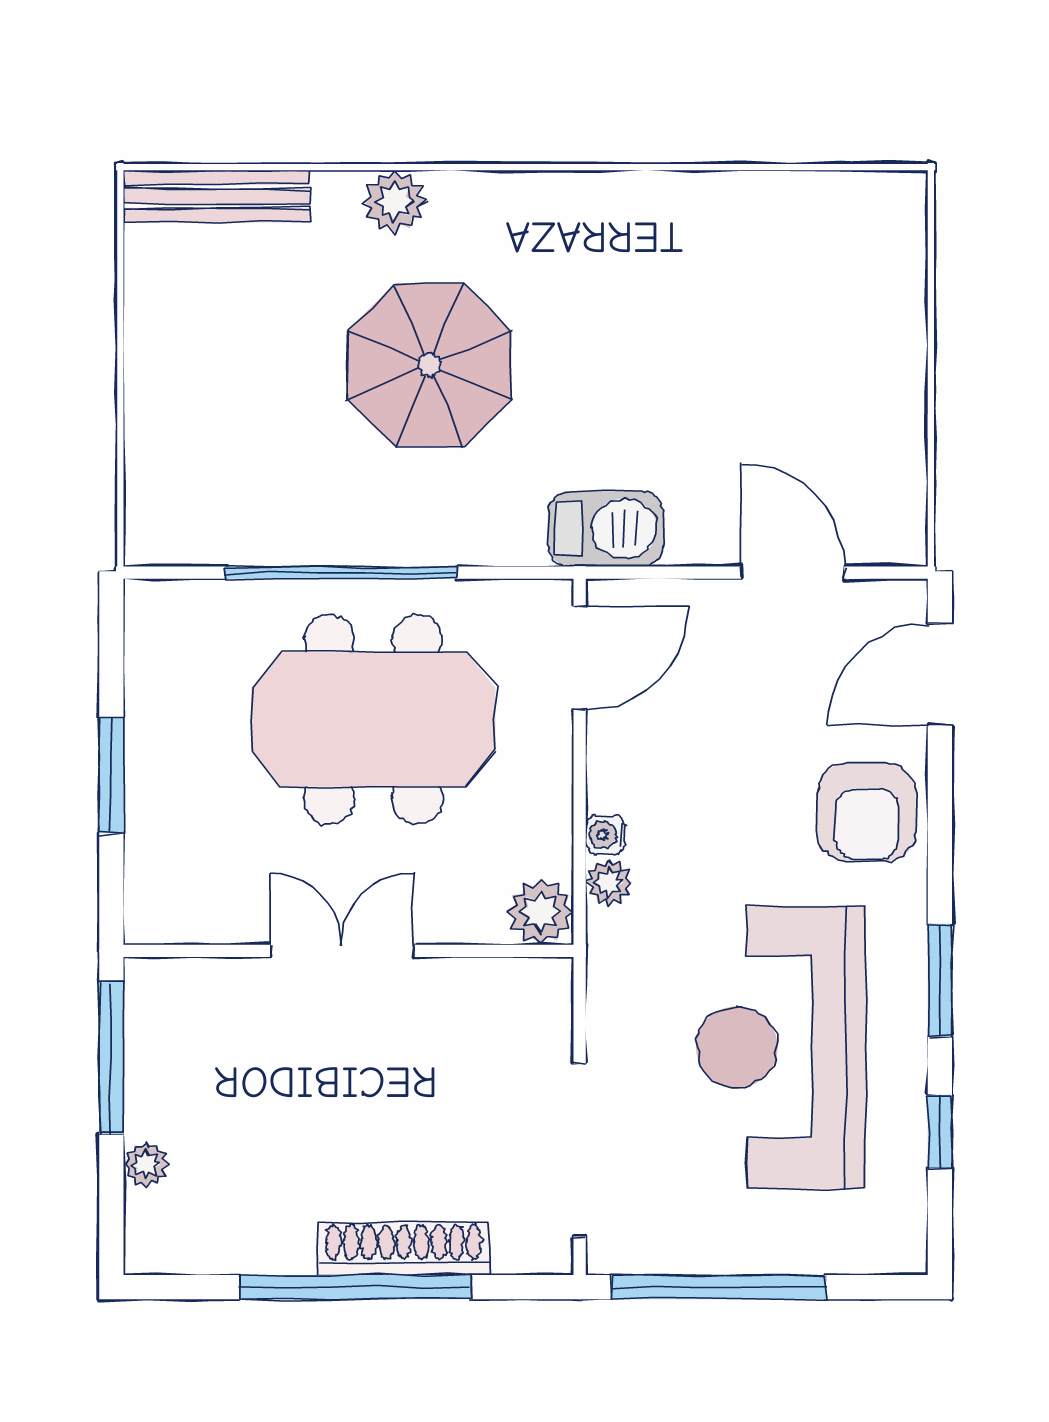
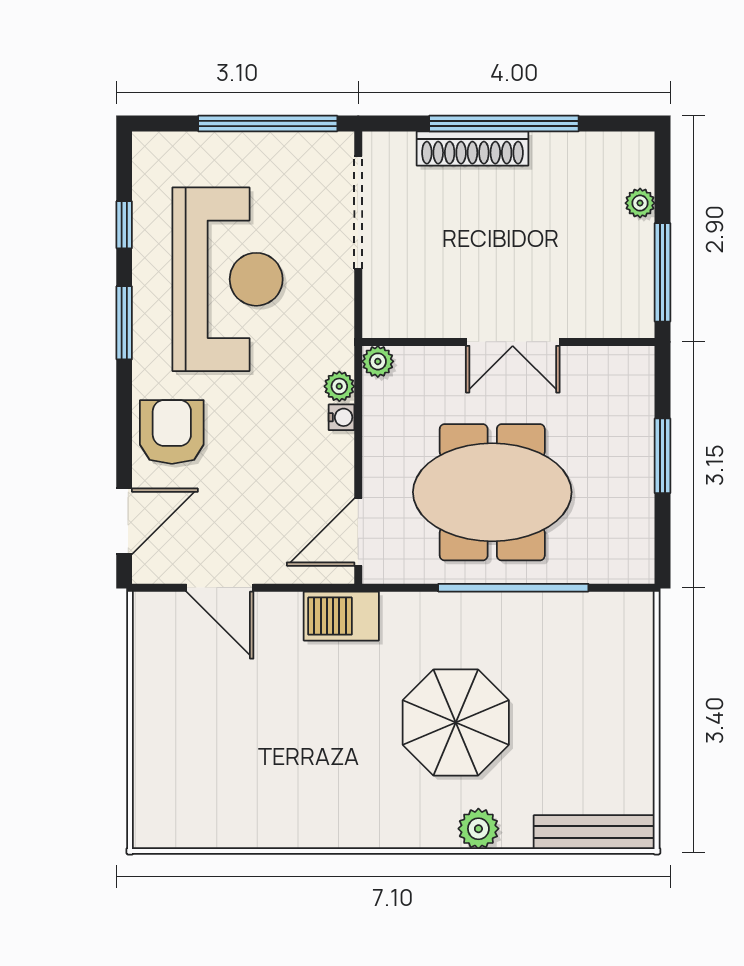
plant: (540, 912) -> (378, 361), width x0.73, depth x0.73

